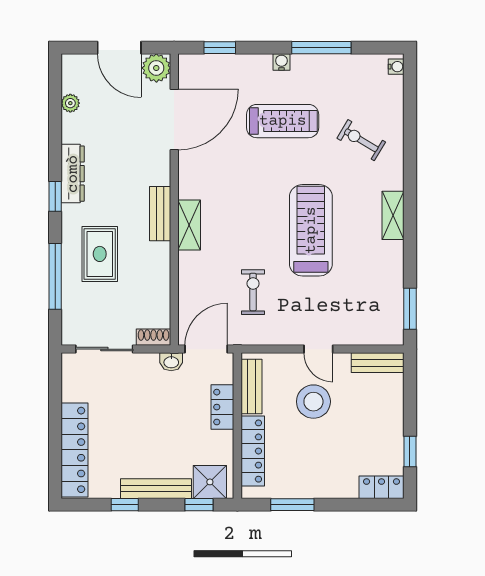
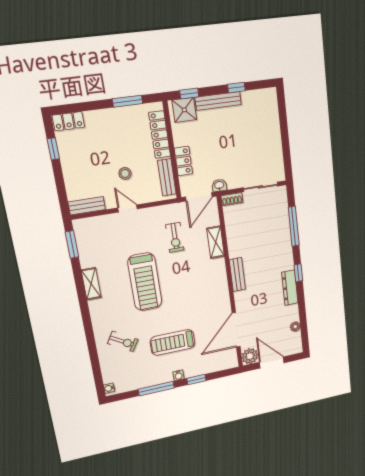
window: (220, 48) -> (196, 380), moved
shelving: (393, 215) -> (91, 284), moved
shelving: (189, 225) -> (216, 242), moved
rug: (100, 254) -> (270, 244), removed
stool: (313, 402) -> (125, 173), width x0.53, depth x0.53
locker: (74, 450) -> (271, 120), removed

